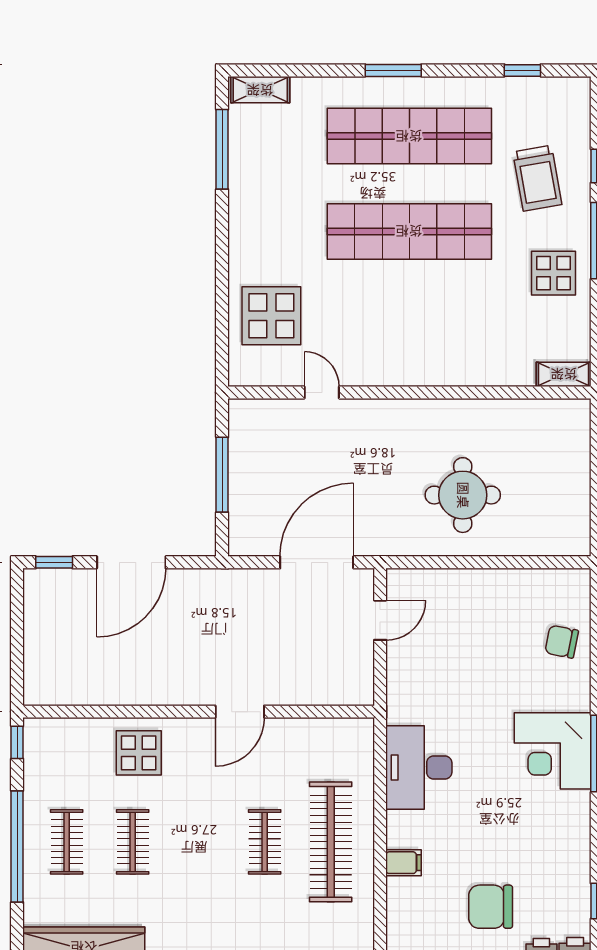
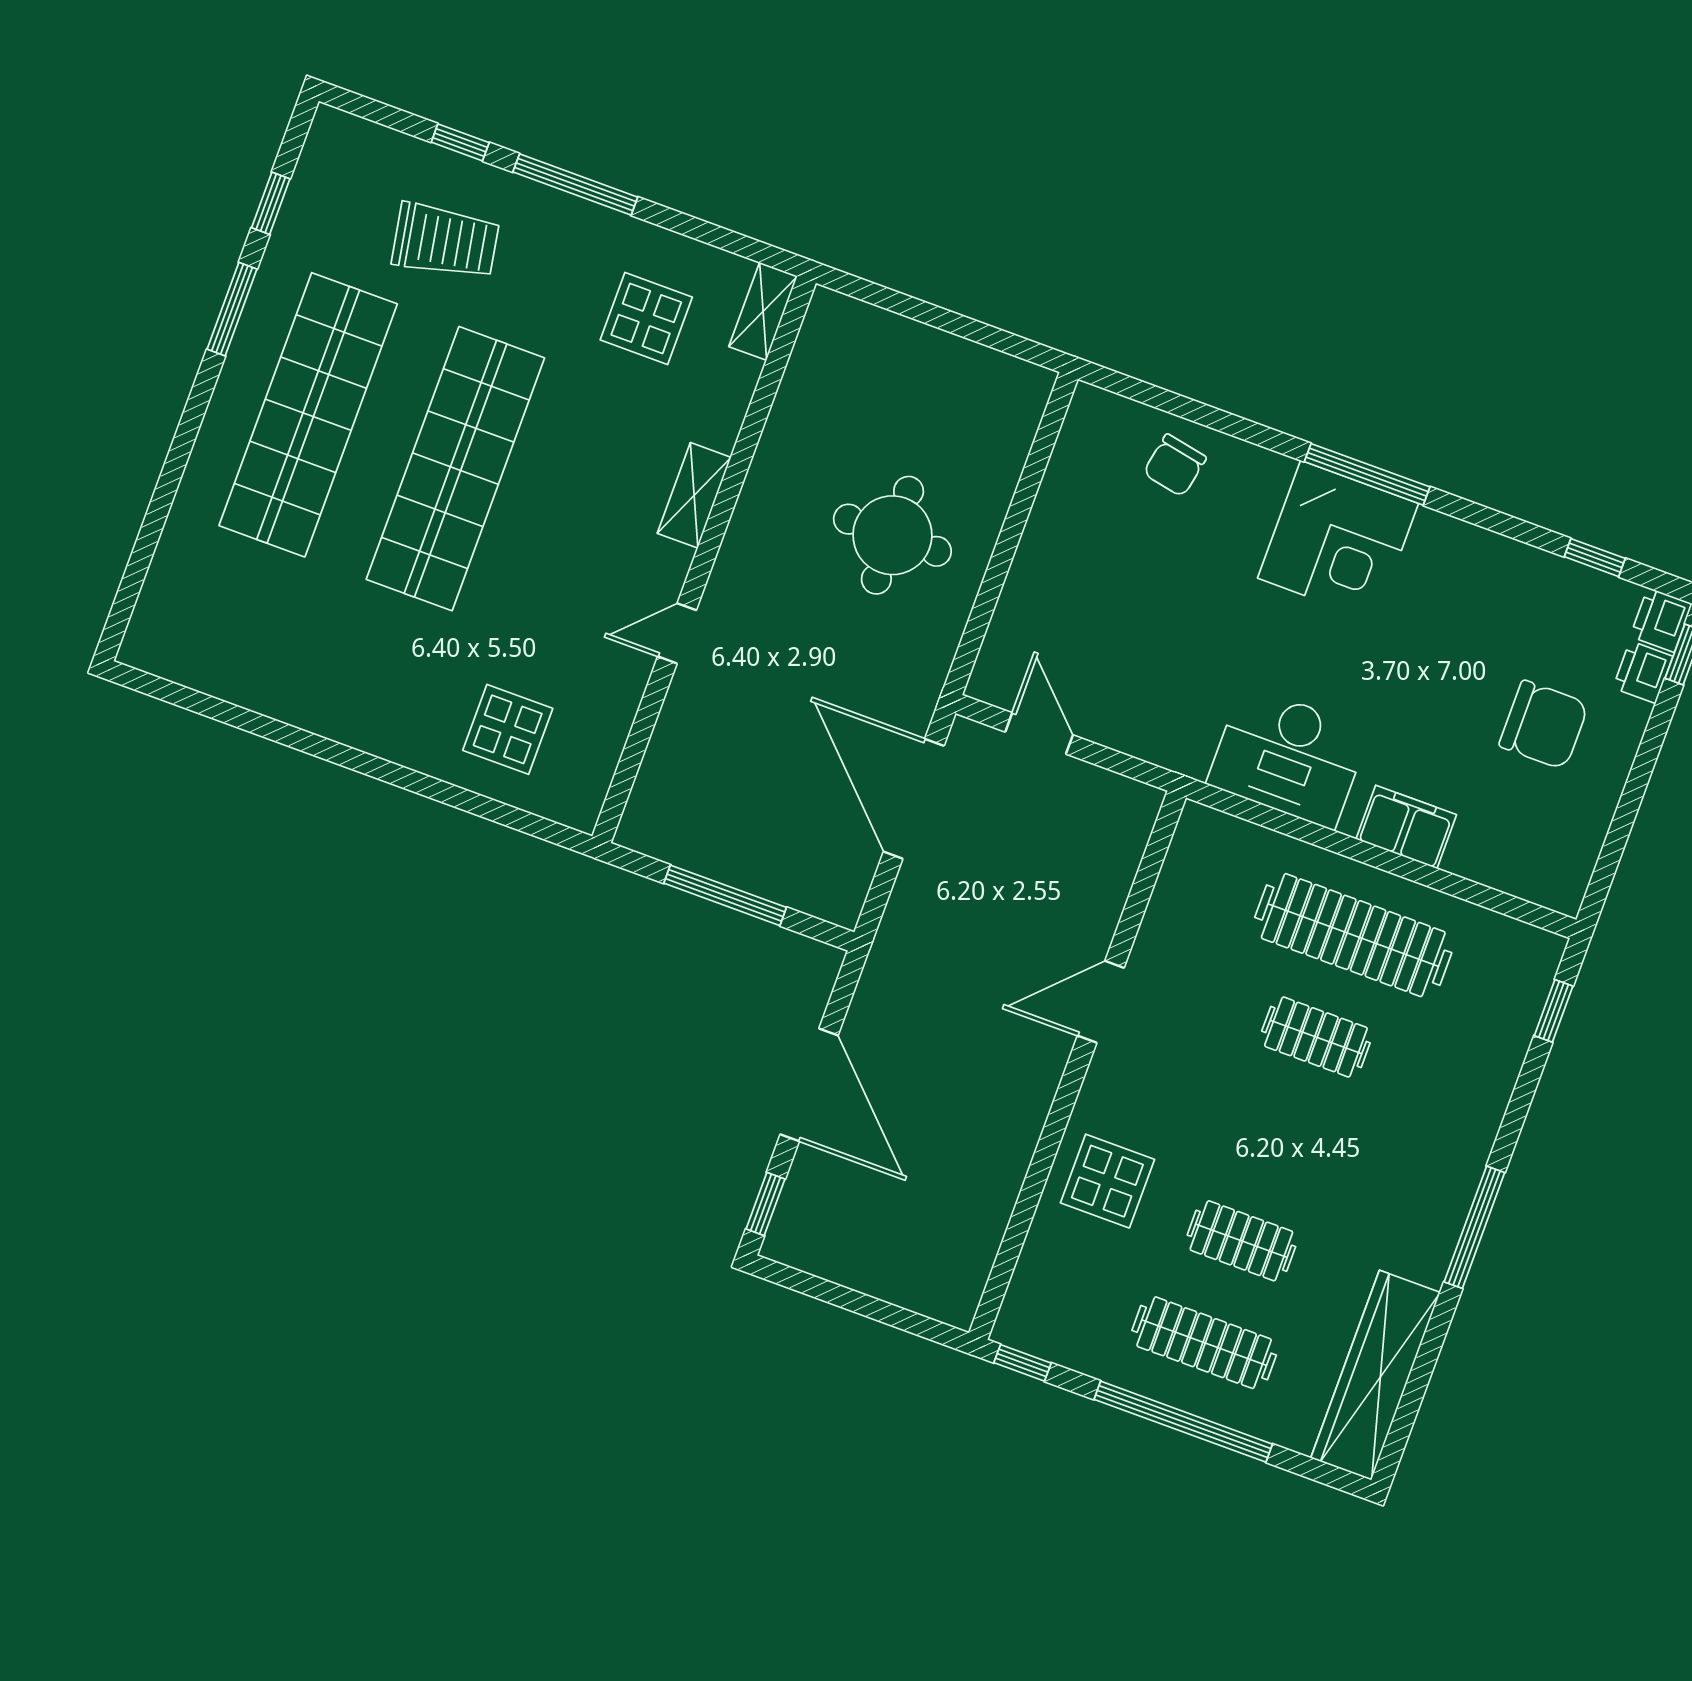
window: (393, 70) -> (232, 309), moved
shelving: (260, 90) -> (694, 495), moved
window: (222, 149) -> (223, 711), removed
display table: (554, 273) -> (646, 319), moved
display table: (271, 316) -> (508, 729), width x0.73, depth x0.73
door: (322, 392) -> (677, 633), moved
door: (240, 712) -> (1101, 1002), swing flipped
clothes rail: (67, 842) -> (1204, 1343), width x1.36
filing cabinet: (404, 863) -> (1406, 827), width x2.00
chair: (491, 907) -> (1544, 725), turned -90

